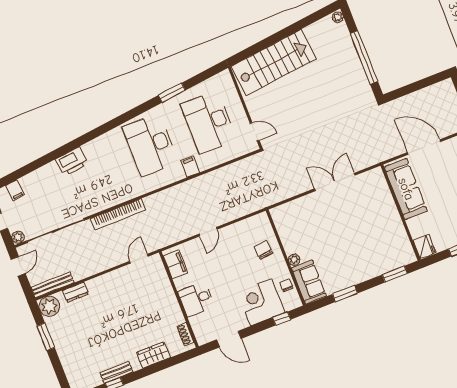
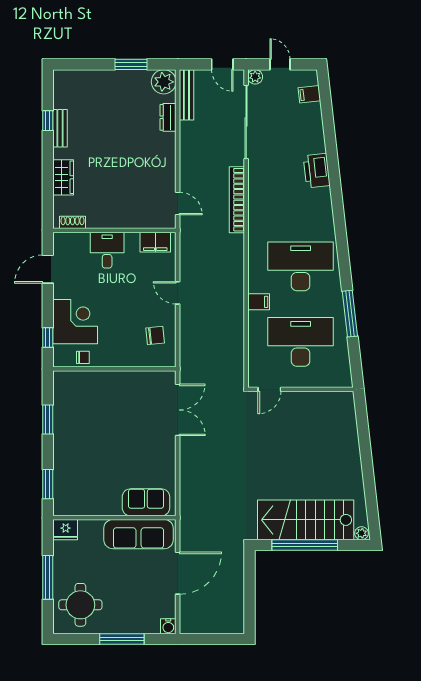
stairs: (273, 62) -> (306, 520), moved, turned 96
window: (172, 93) -> (350, 314), width x1.44
double door: (335, 182) -> (178, 410), moved
chair: (263, 250) -> (155, 335), moved
plant: (294, 260) -> (108, 377), removed
sofa: (309, 282) -> (146, 502), moved, turned 180

